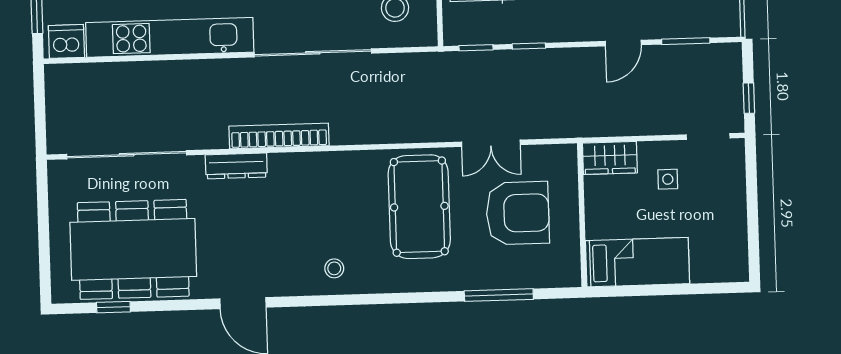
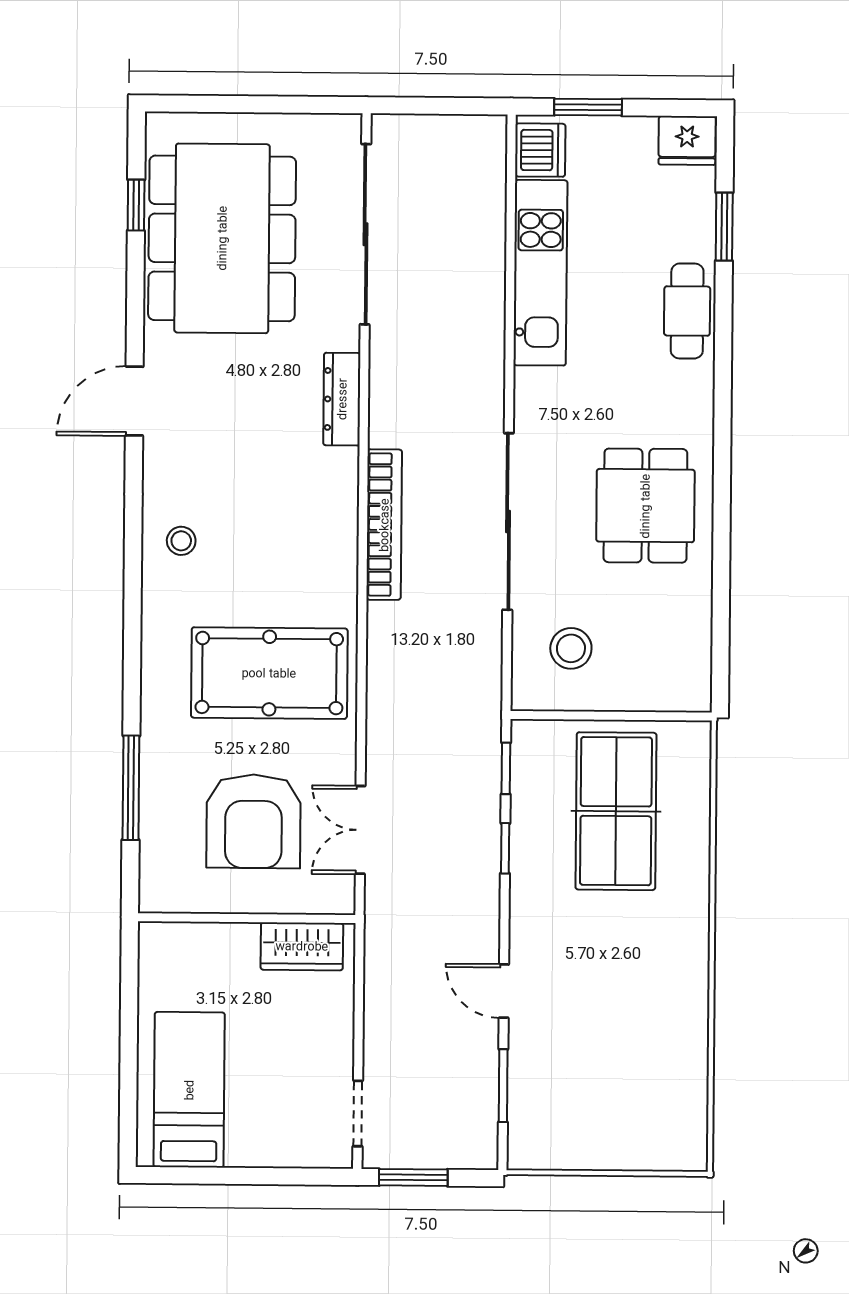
kitchen unit: (170, 37) -> (540, 273), width x0.73
window: (749, 98) -> (413, 1177), width x1.50
bookcase: (279, 136) -> (384, 525), moved
double door: (491, 143) -> (360, 830), moved
wardrobe: (610, 158) -> (302, 946), moved, turned -90
side table: (668, 179) -> (296, 1050), removed
bed: (637, 262) -> (189, 1090), moved, turned 180

